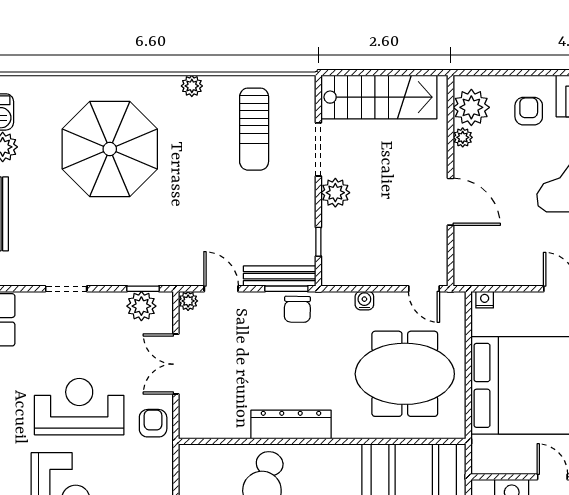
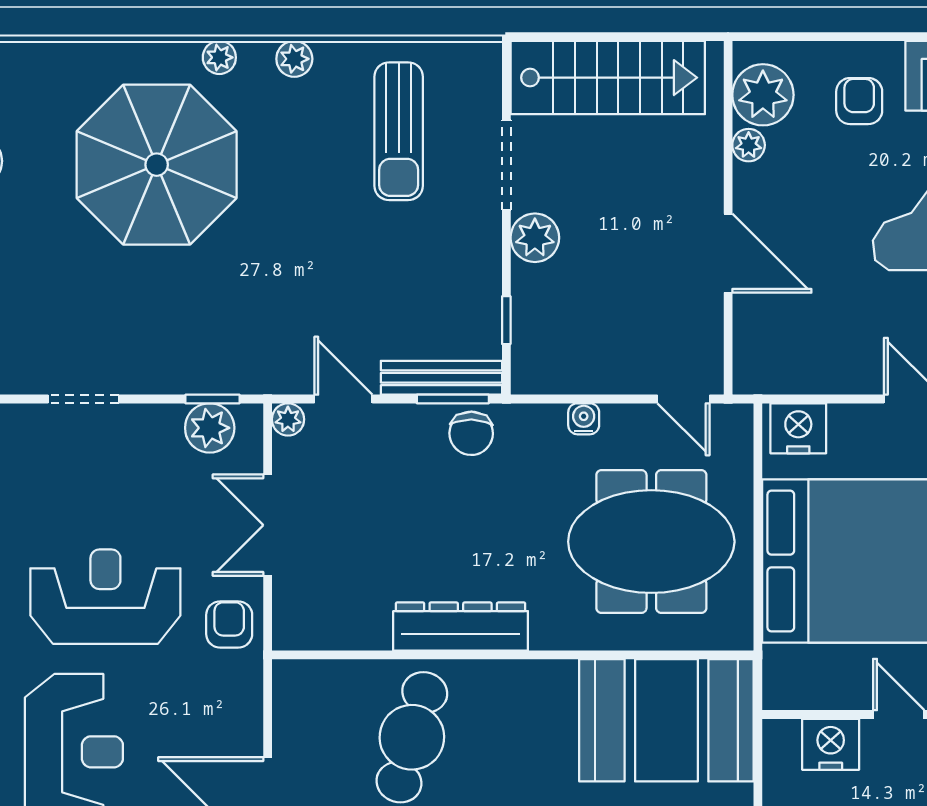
plant: (147, 85) -> (219, 57), added
nightstand: (485, 300) -> (798, 428), width x1.89, depth x1.79

